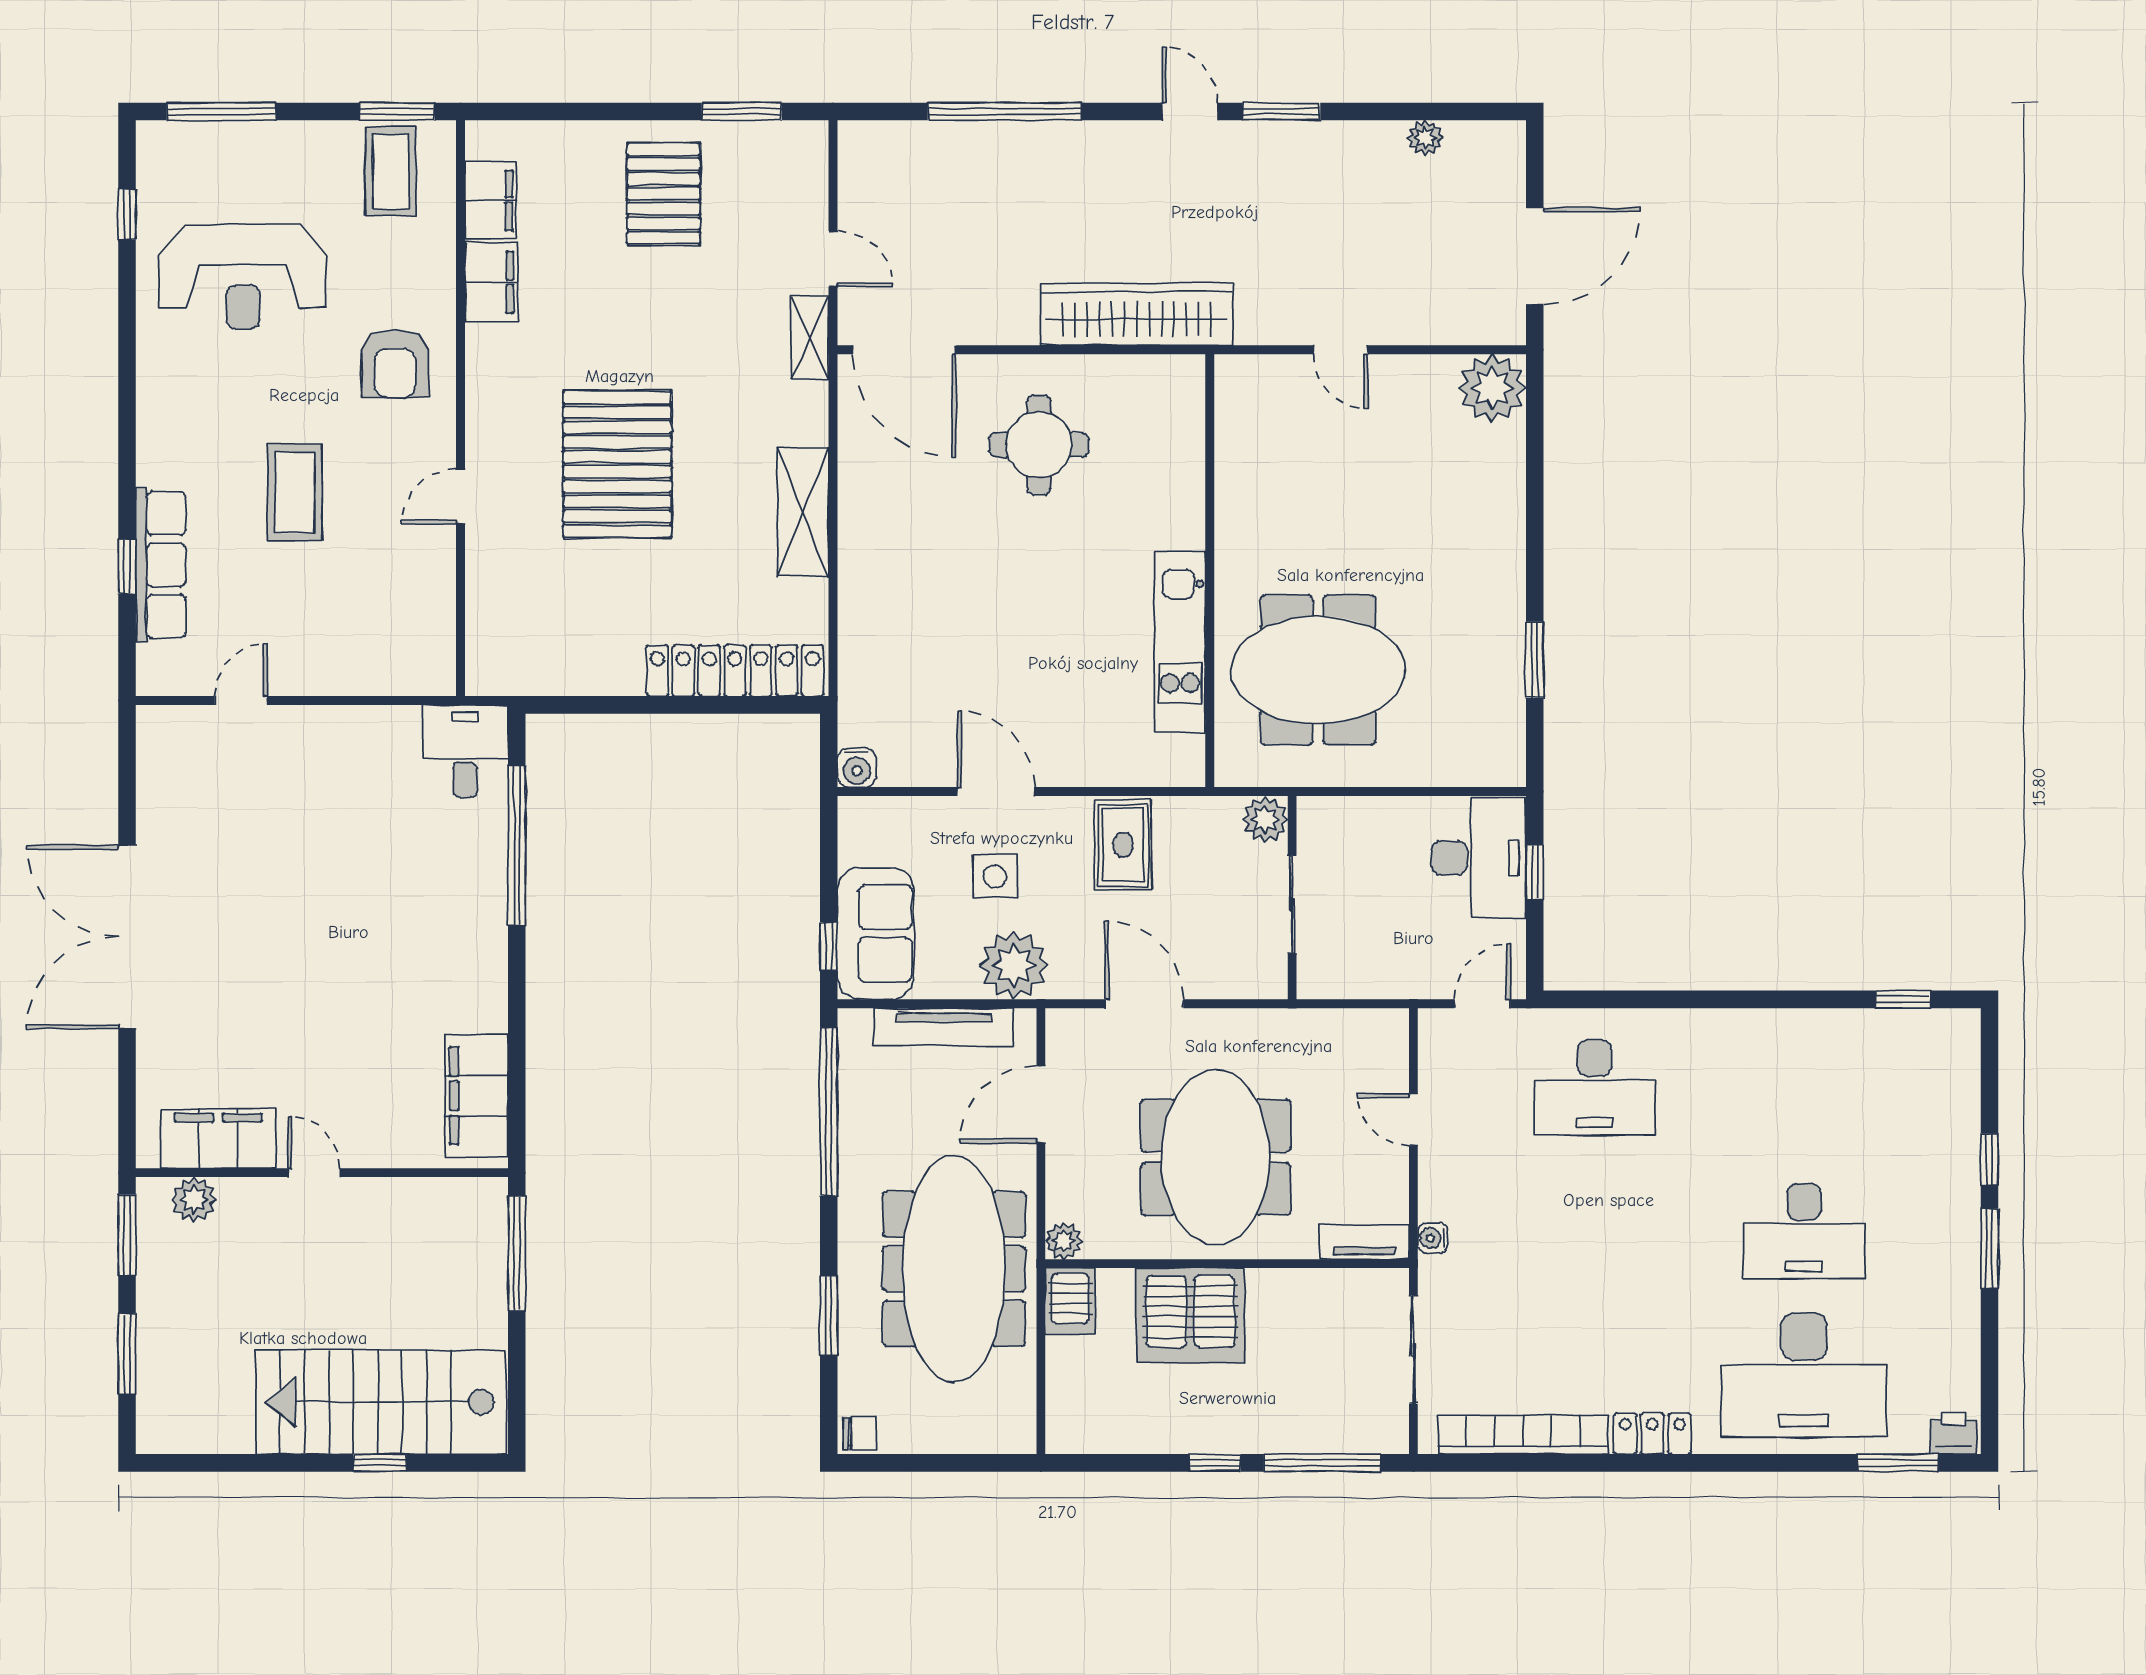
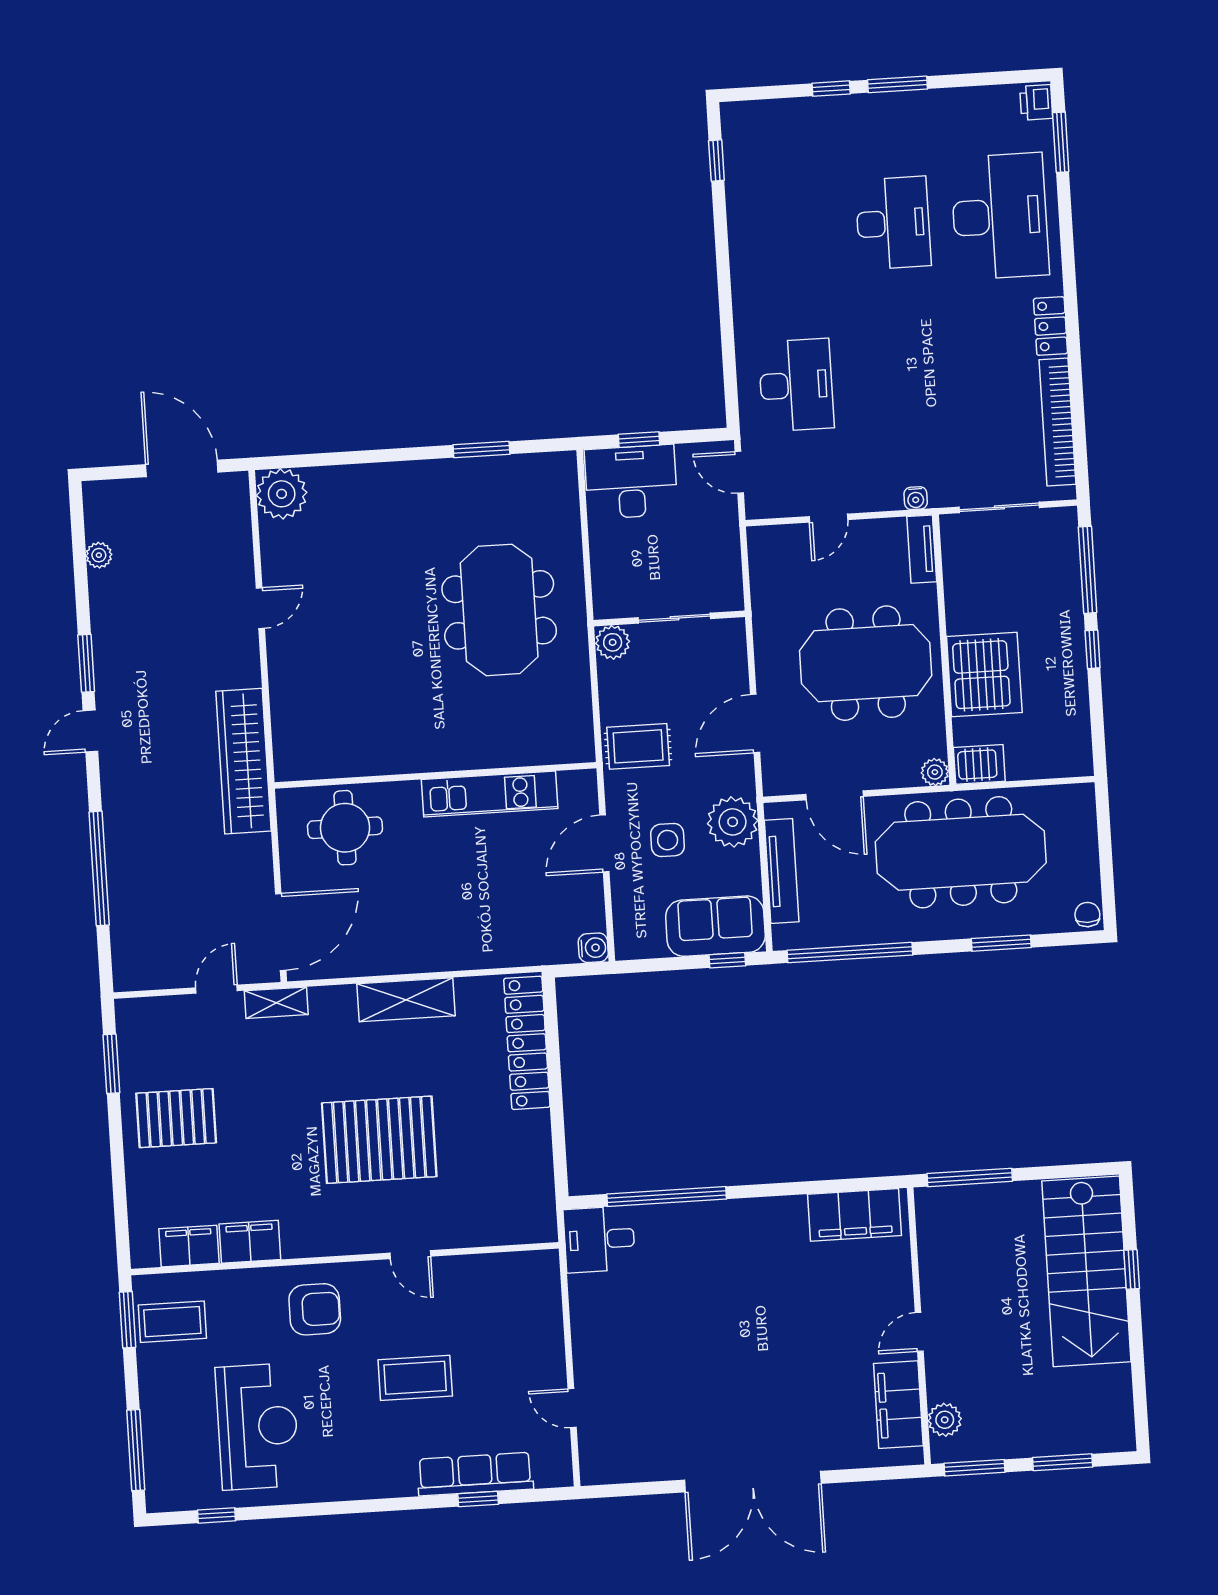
wall: (1210, 571) -> (435, 775), moved
kitchen unit: (1180, 642) -> (490, 794), moved

